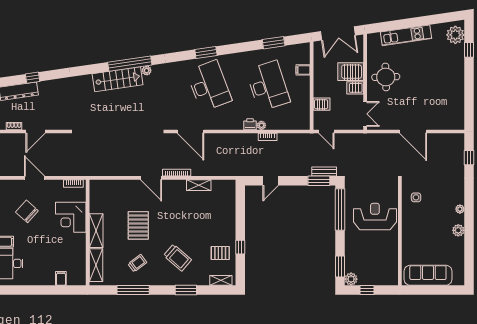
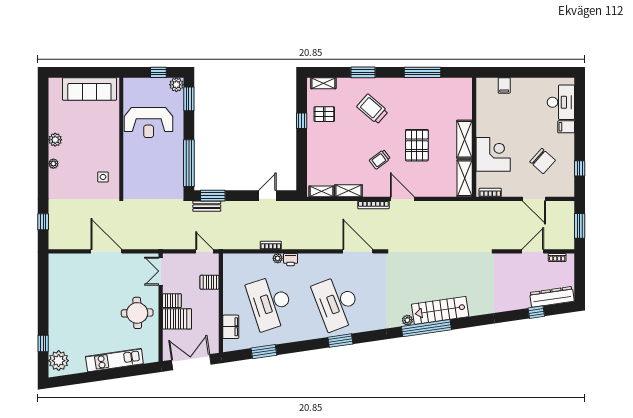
filing cabinet: (303, 70) -> (231, 327), width x2.00
shelving: (223, 185) -> (321, 191), added
reception desk: (375, 217) -> (149, 123), moved
trolley: (137, 263) -> (380, 159), moved
shelving: (96, 265) -> (465, 178), moved

